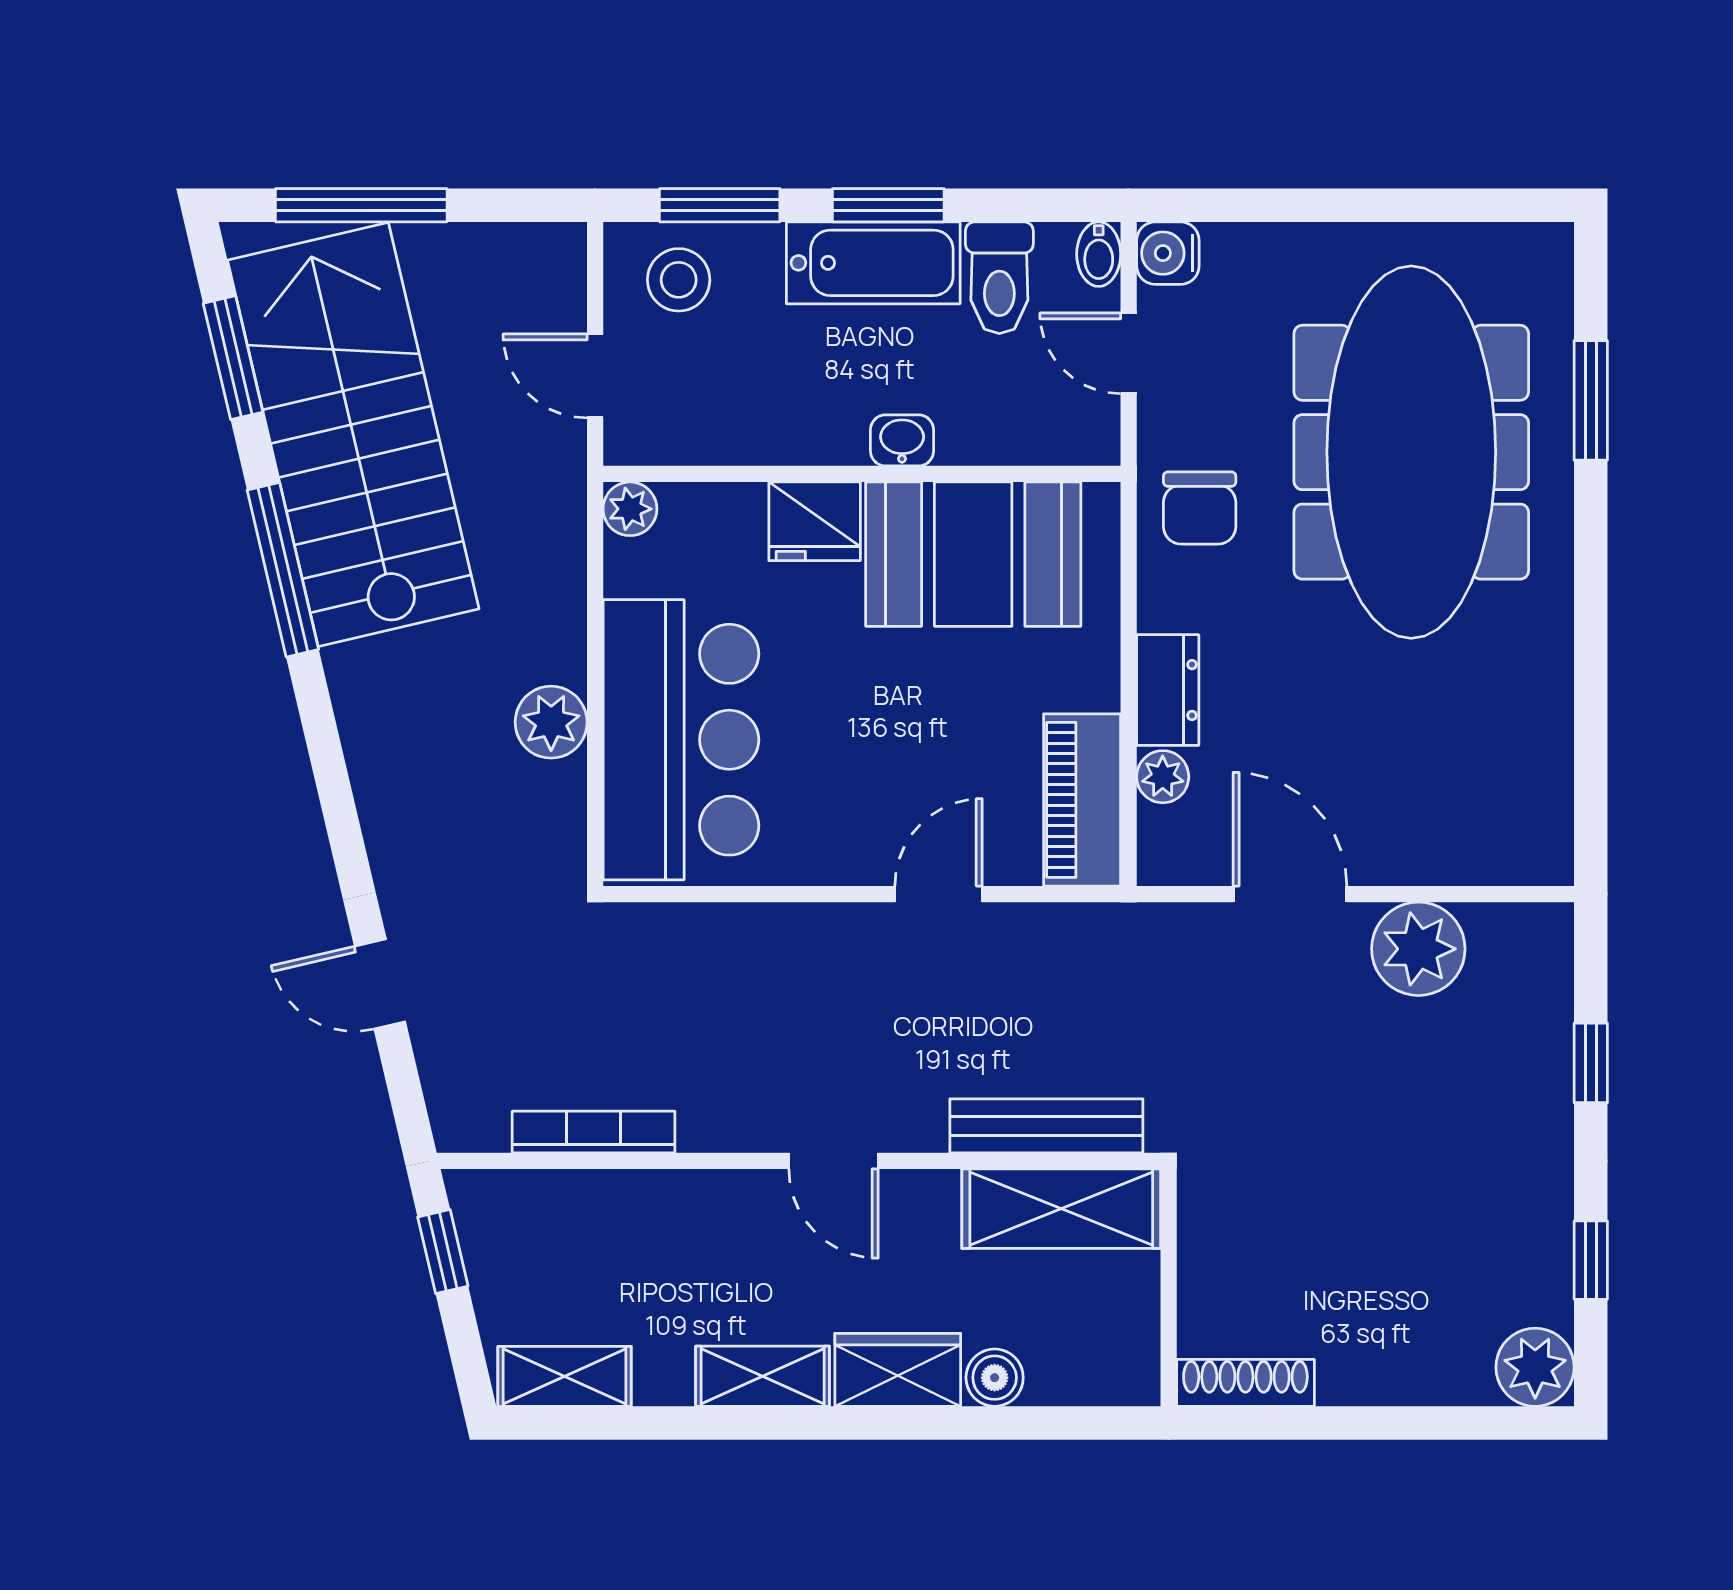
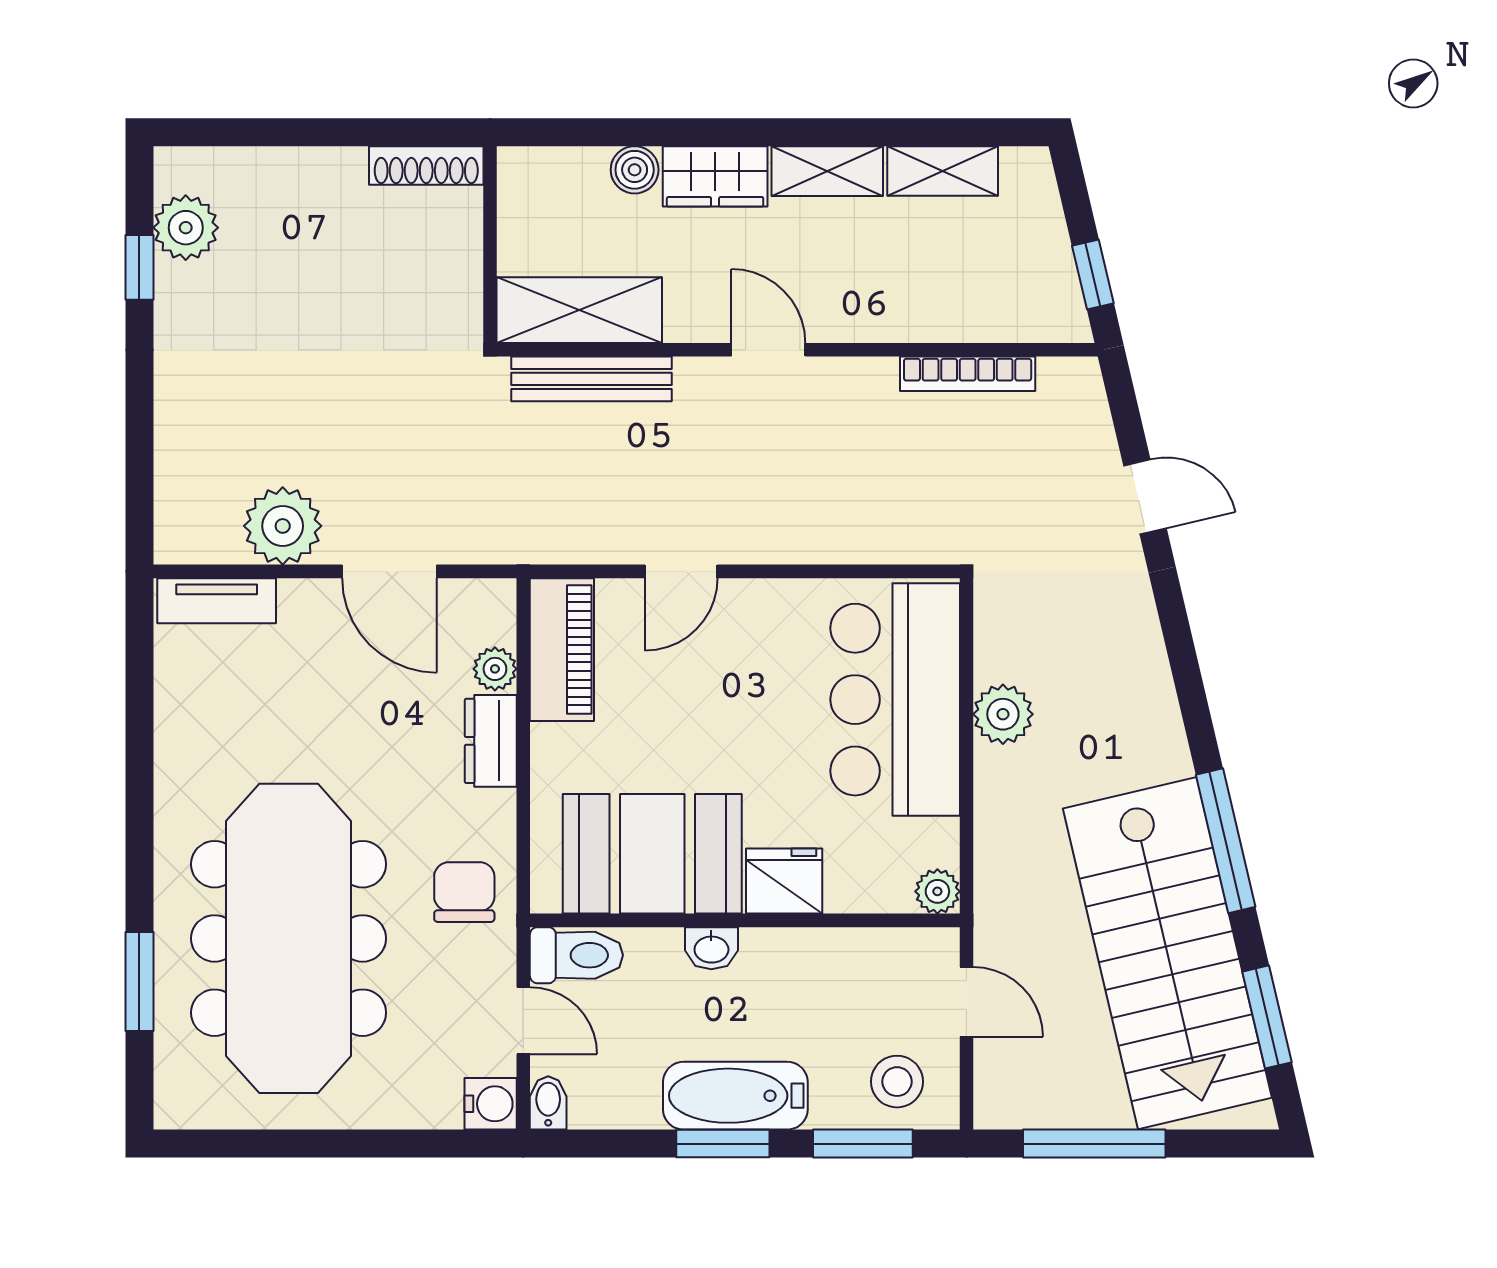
window: (361, 205) -> (1094, 1144), moved
toilet: (999, 278) -> (576, 955), moved, turned 90
tv unit: (1498, 859) -> (217, 601), added
window: (1591, 1063) -> (139, 431), removed
plant: (1535, 1367) -> (186, 228), moved
shelving: (565, 1376) -> (943, 171), moved

